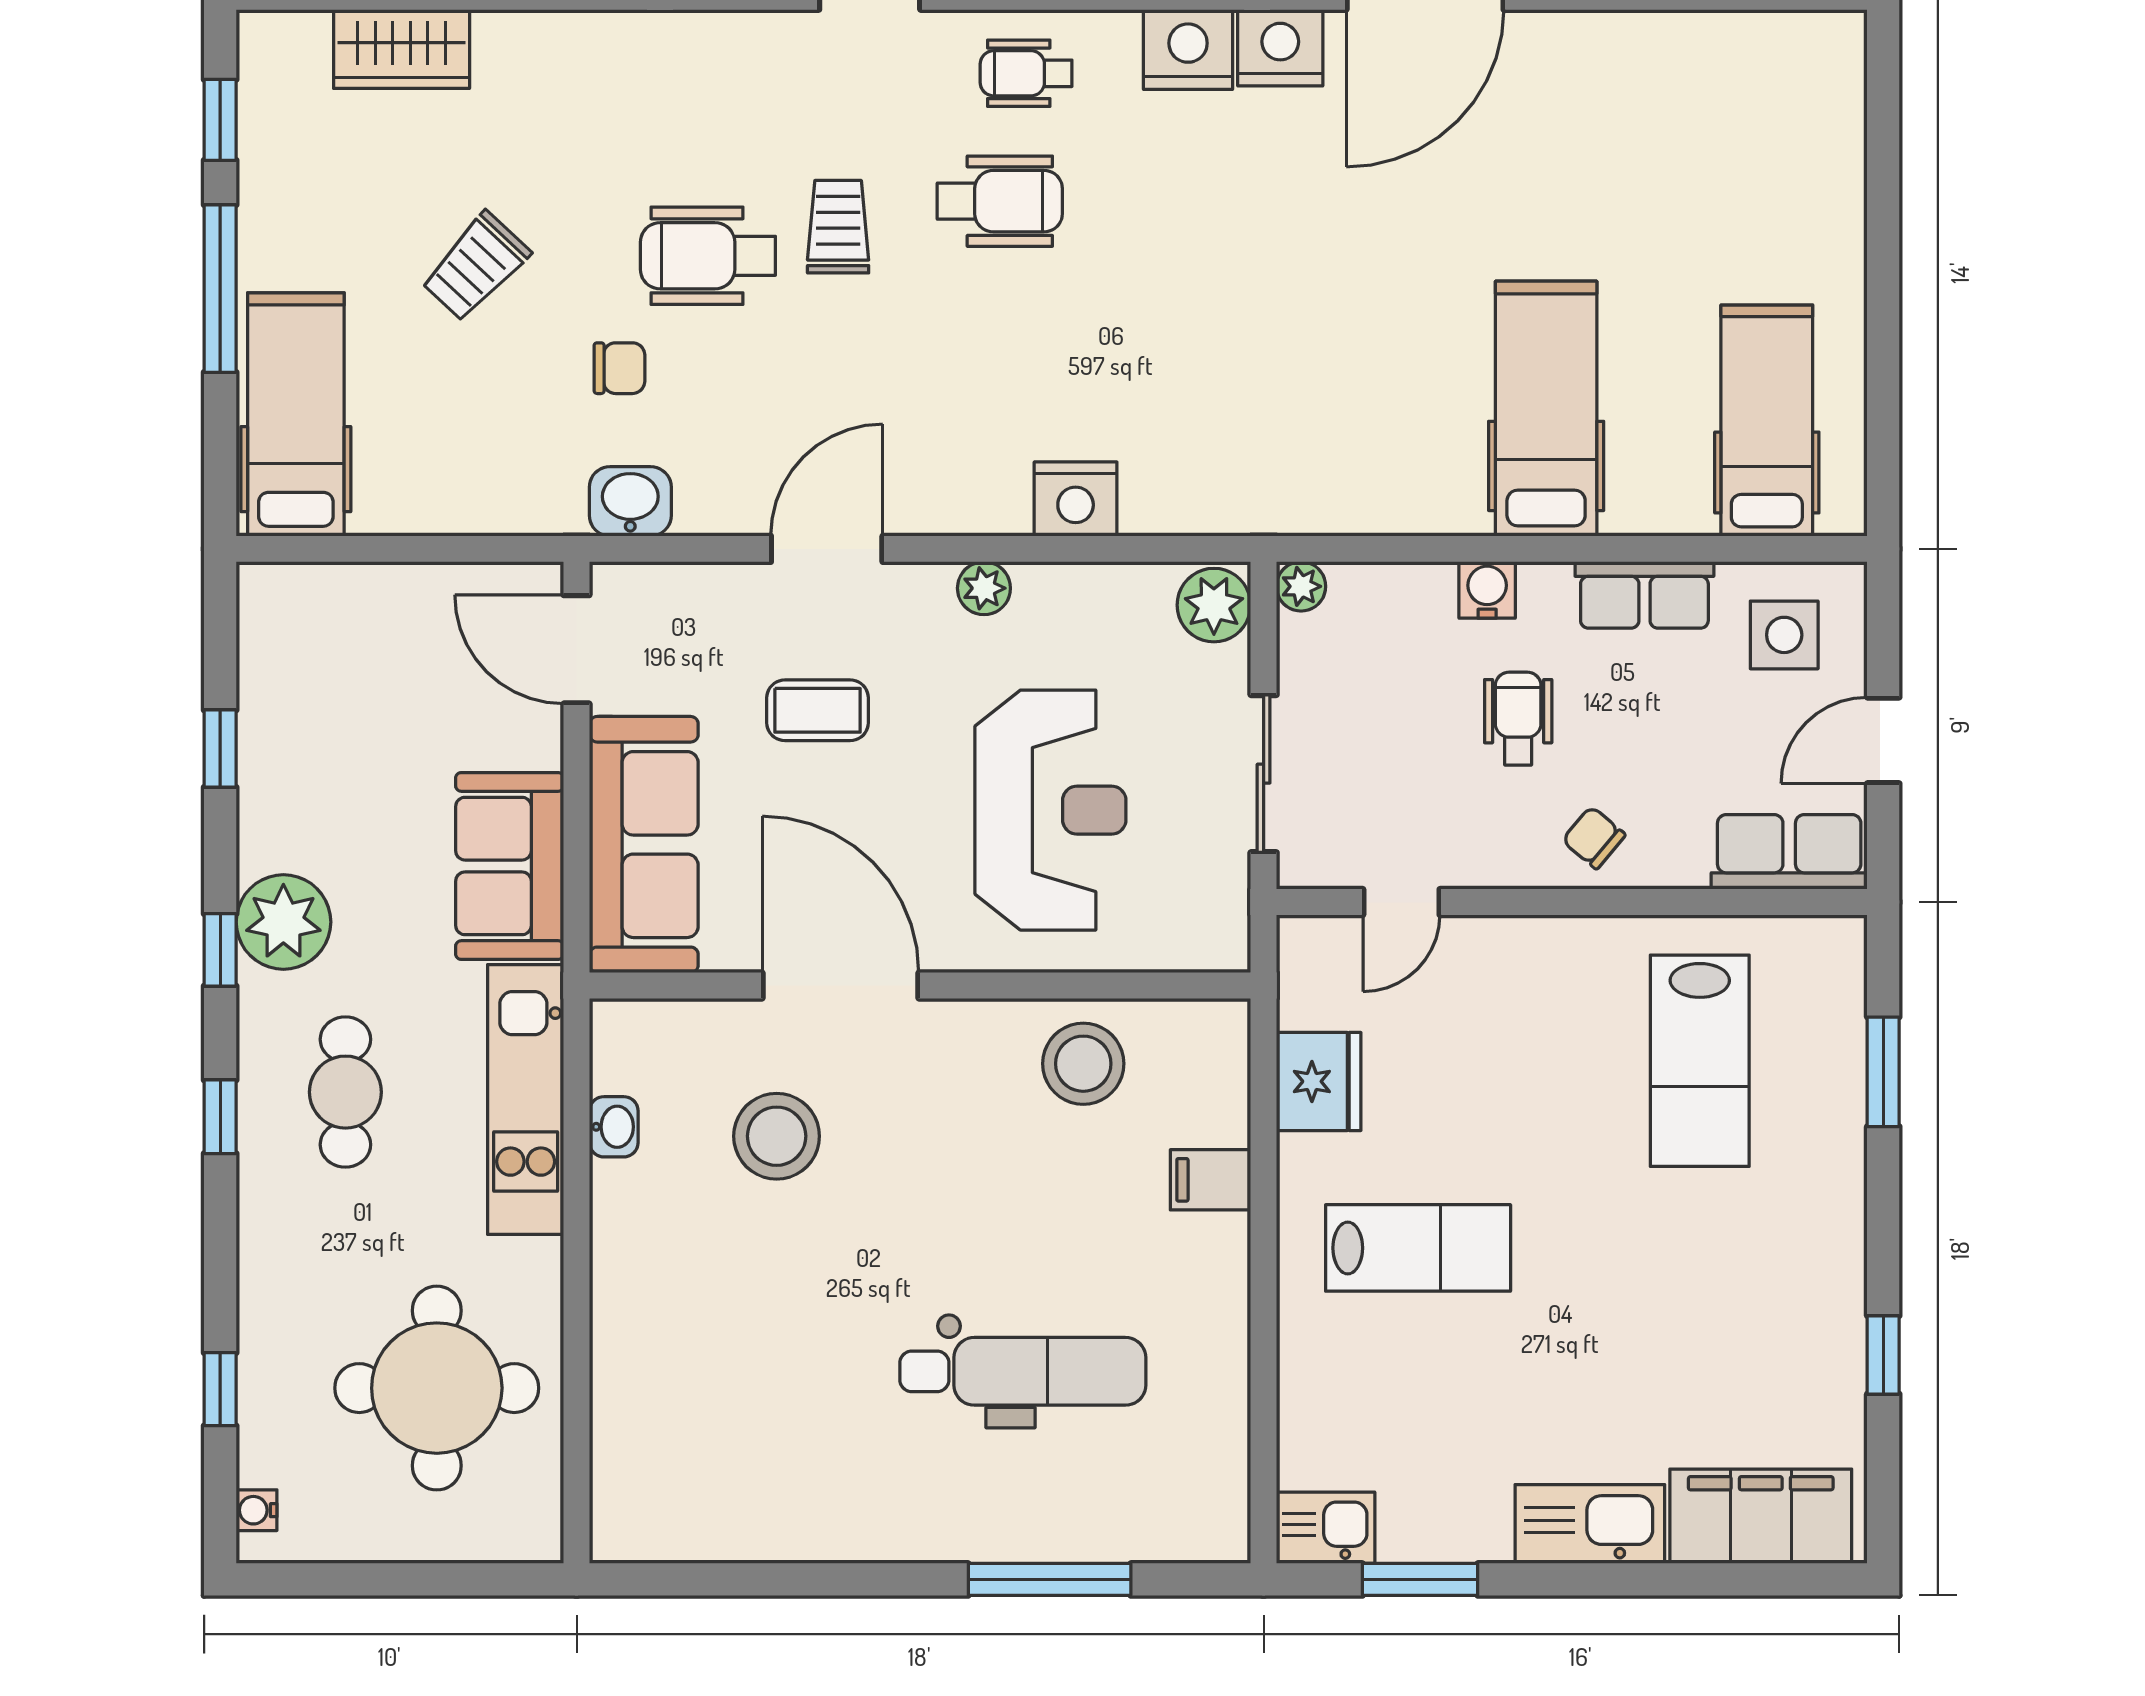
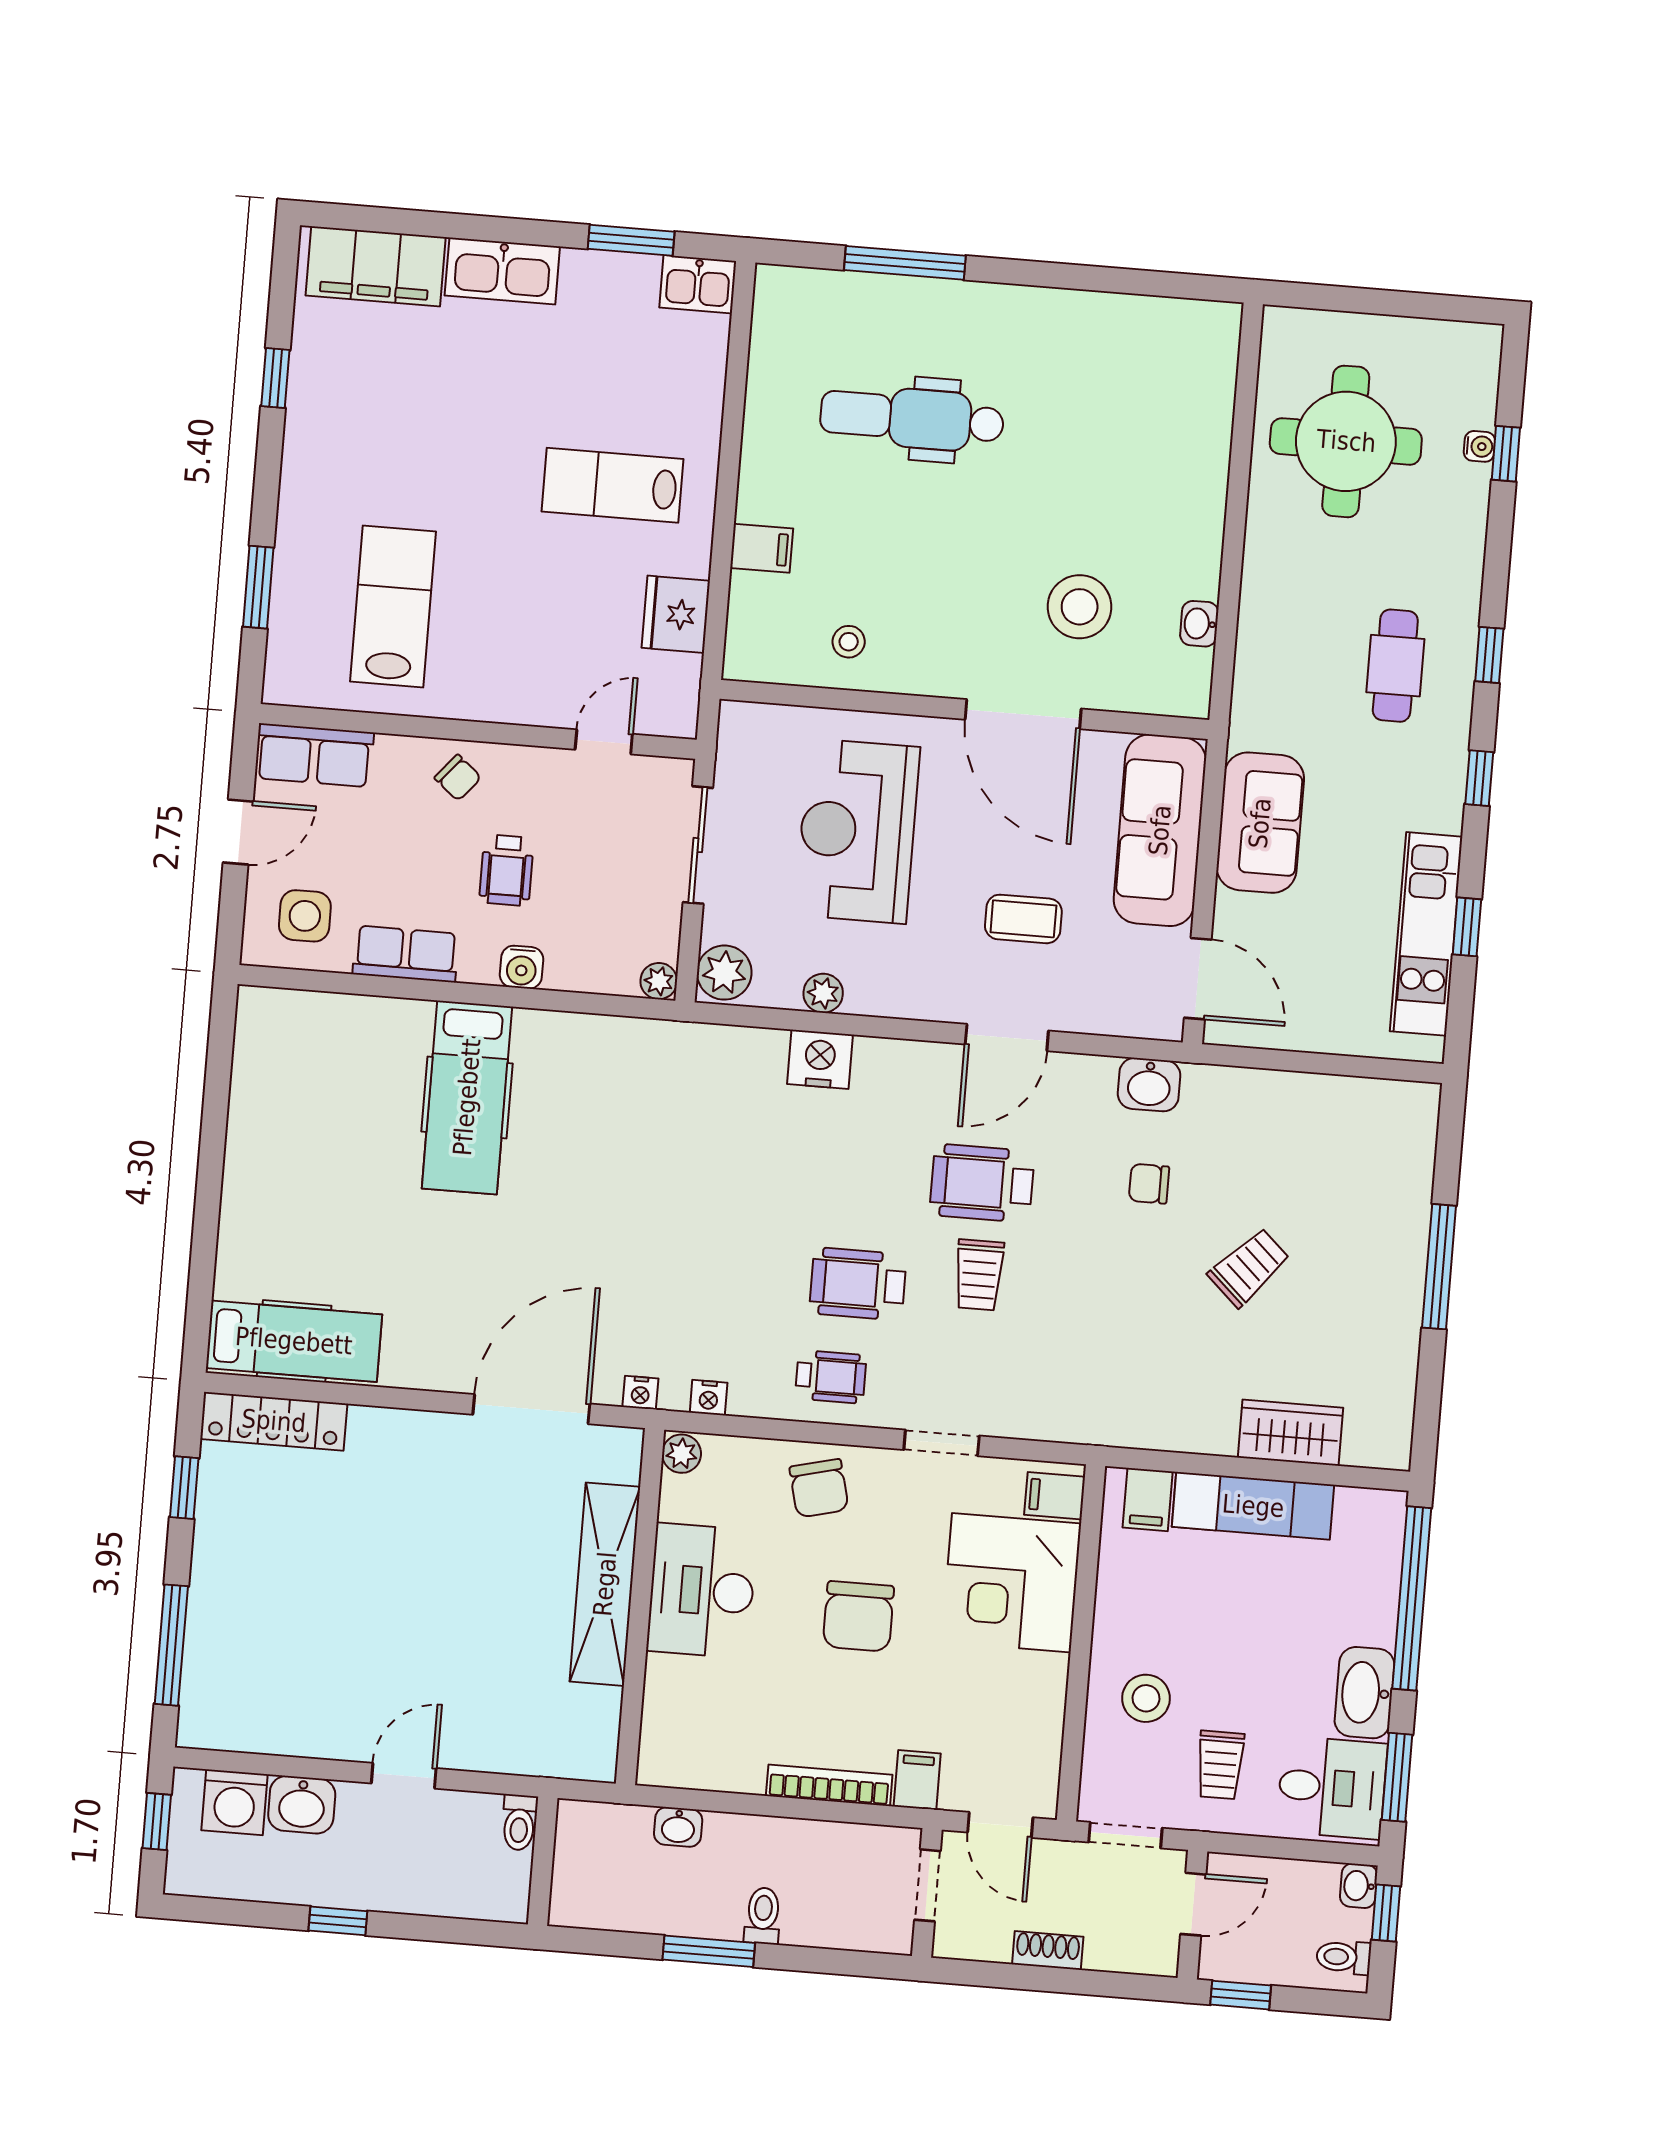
nightstand: (1280, 48) -> (640, 1393), width x0.53, depth x0.56
nightstand: (1188, 49) -> (709, 1398), width x0.53, depth x0.56
window: (220, 120) -> (1429, 1391), removed
wheelchair: (708, 256) -> (982, 1183), moved, turned 180
hospital bed: (296, 414) -> (1391, 1169), removed
hospital bed: (1767, 421) -> (294, 1341), moved, turned -90
plant: (984, 588) -> (823, 993), moved
plant: (283, 922) -> (1431, 795), removed
stool: (1083, 1064) -> (849, 642), width x0.53, depth x0.53
kitchen unit: (526, 1099) -> (1426, 934), moved, turned 180
water cooler: (257, 1510) -> (1479, 446), moved

